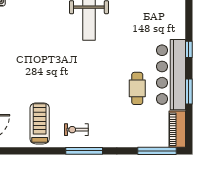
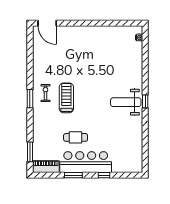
treadmill: (40, 123) -> (66, 98), moved, turned -90
window: (84, 151) -> (30, 99), width x0.69
window: (157, 151) -> (30, 152), width x0.69

